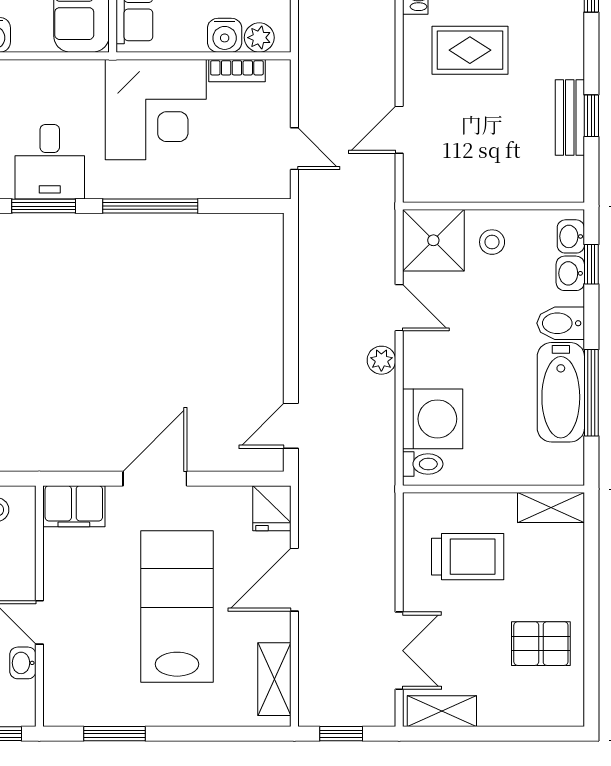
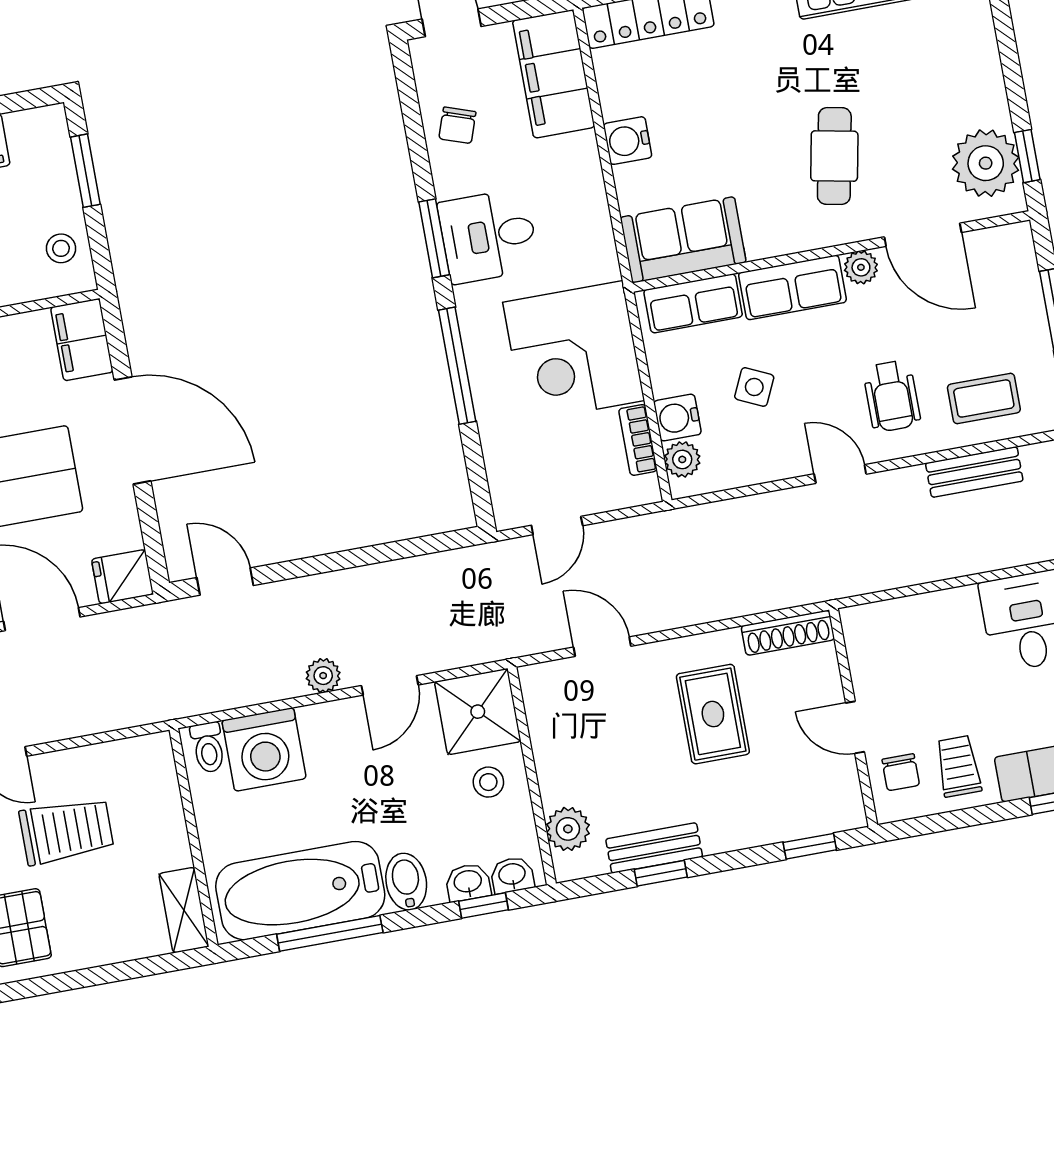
plant: (542, 185) -> (568, 829), added
bathtub: (561, 392) -> (300, 891), width x1.36, depth x1.36
door: (155, 479) -> (133, 430), width x1.36
trolley: (468, 557) -> (66, 831), moved, turned -90

